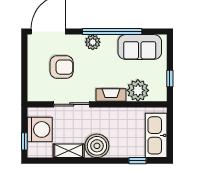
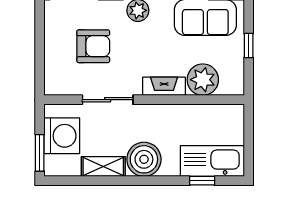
window: (170, 78) -> (249, 45), moved
kitchen sink: (156, 135) -> (212, 161), moved, turned 90
window: (24, 141) -> (40, 153), width x1.50

